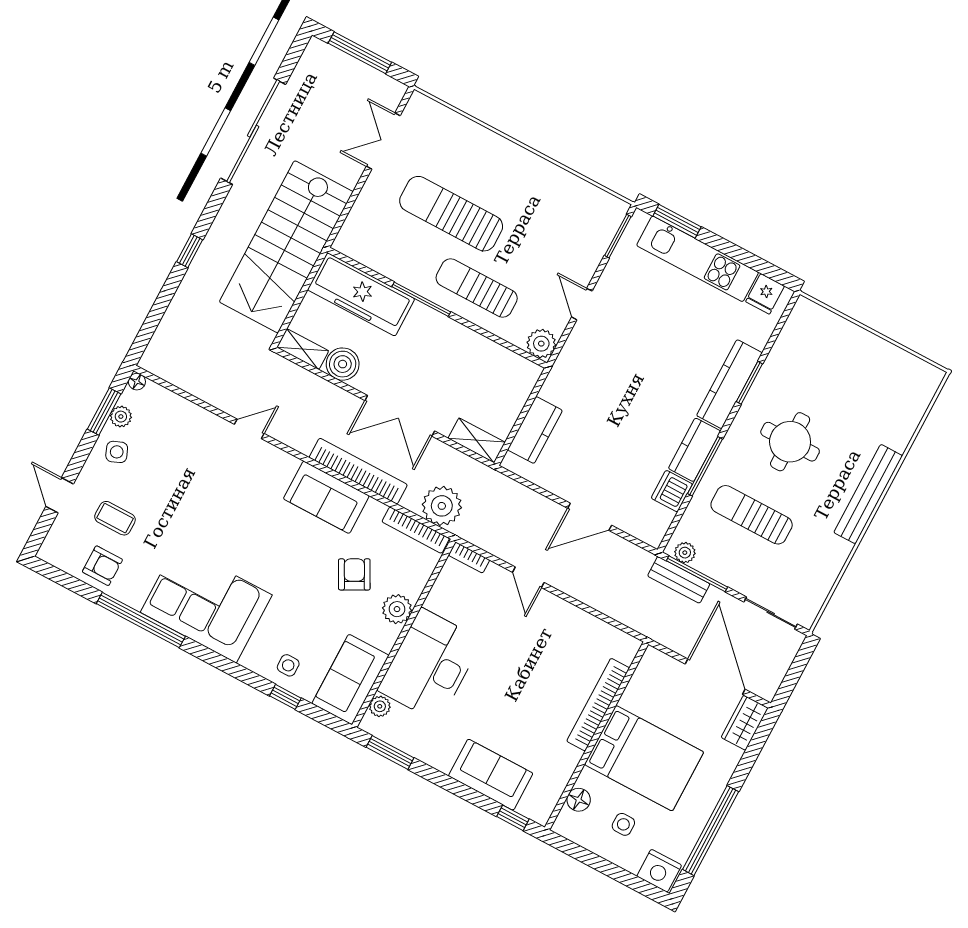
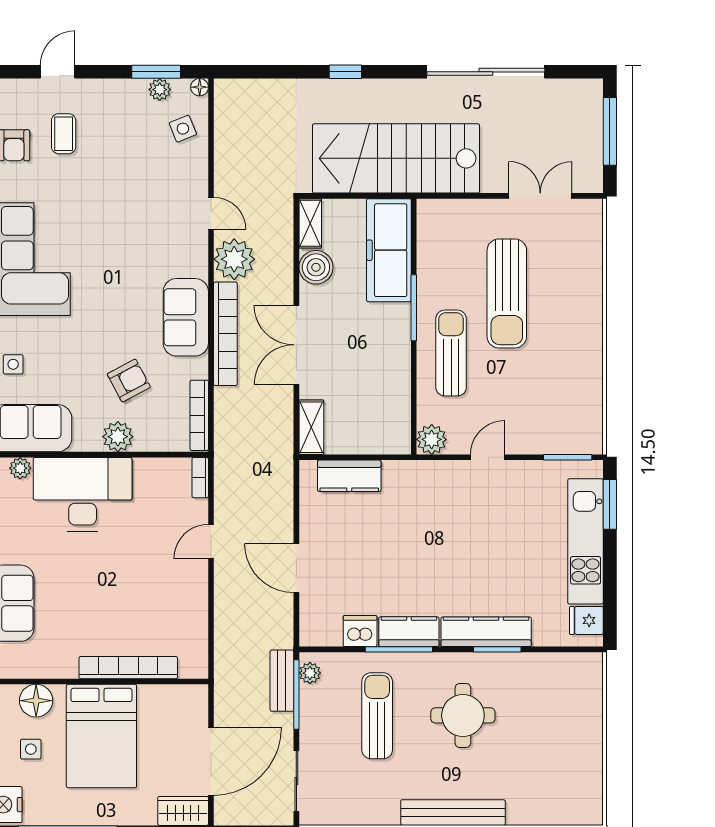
sun lounger: (451, 214) -> (507, 293), turned 180
side table: (117, 452) -> (183, 129), moved
plant: (442, 506) -> (234, 259), moved
floor lamp: (579, 800) -> (36, 701), width x1.38, depth x1.38

